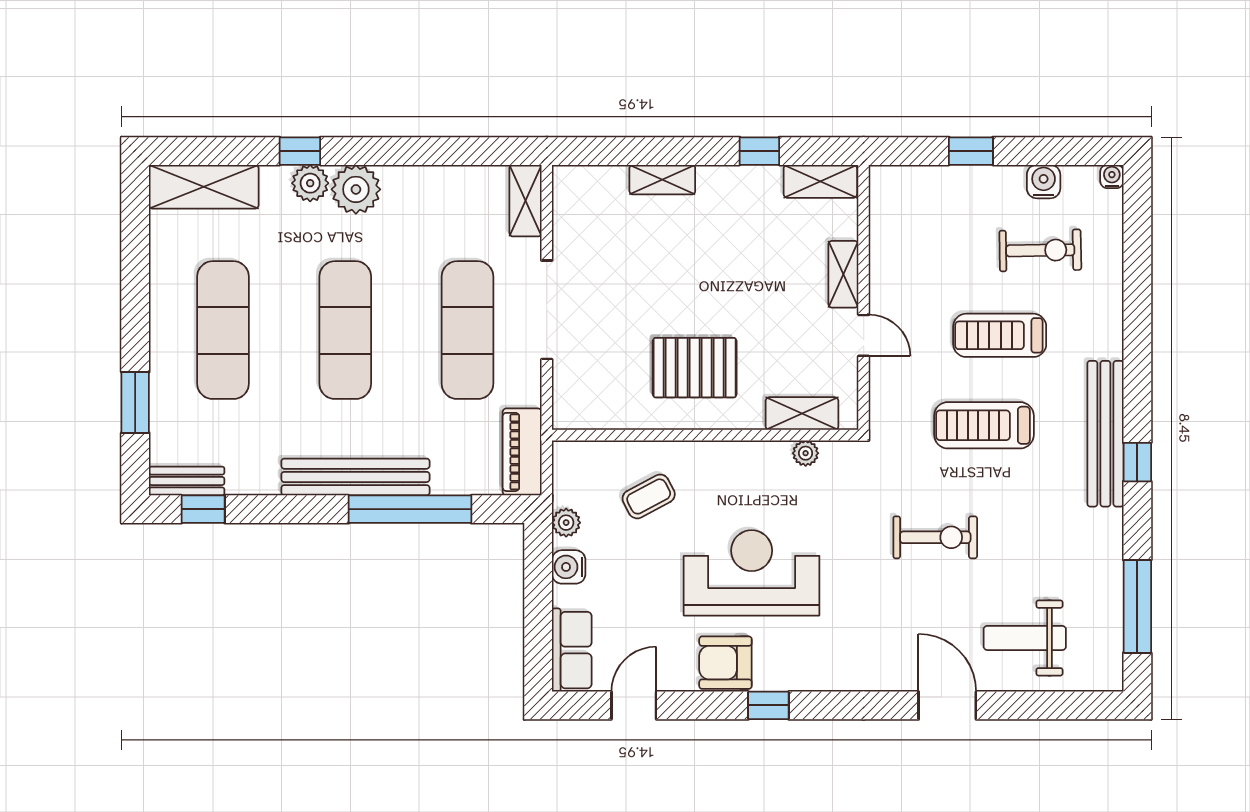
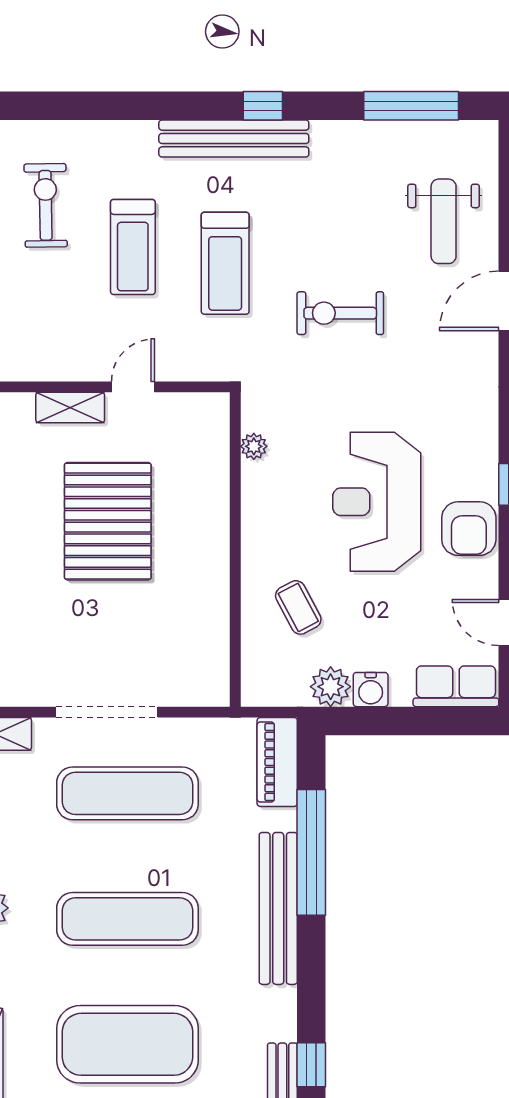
exercise mat: (223, 330) -> (127, 1044), width x1.47
pallet: (695, 368) -> (108, 521), moved, width x1.37, depth x1.41
shelving: (802, 414) -> (213, 450), removed
piano: (522, 452) -> (277, 762), moved, turned 90
plant: (566, 523) -> (331, 687), width x1.38, depth x1.38
exercise bike: (935, 537) -> (340, 313), turned -90

